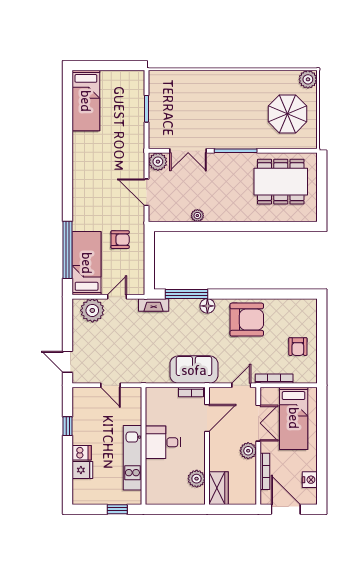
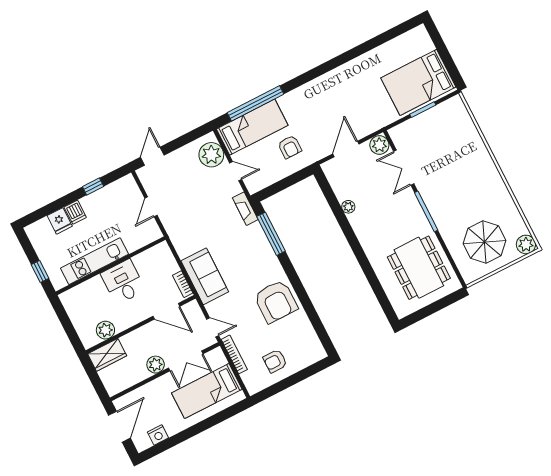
bed: (86, 101) -> (418, 82), moved, width x1.50
floor lamp: (207, 306) -> (270, 259), removed
bookcase: (265, 471) -> (144, 390), removed

